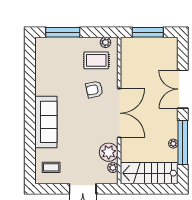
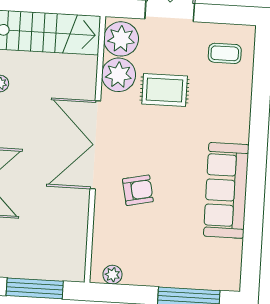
rug: (96, 60) -> (165, 90), moved
sofa: (46, 122) -> (226, 190), moved
plant: (113, 168) -> (121, 39), width x1.87, depth x1.87

